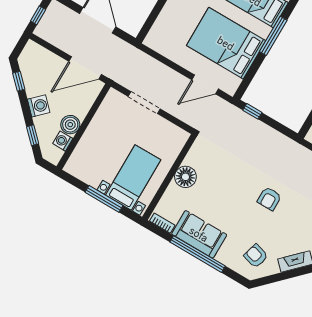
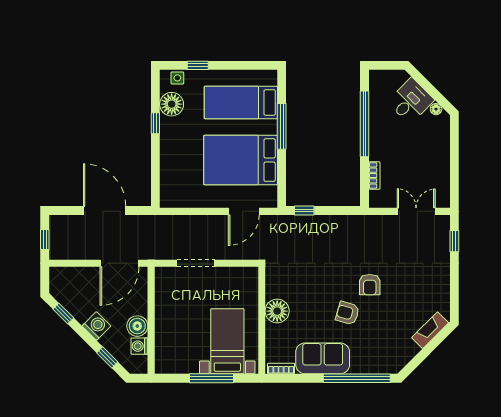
window: (198, 254) -> (357, 378), moved
armchair: (256, 256) -> (348, 313), moved

